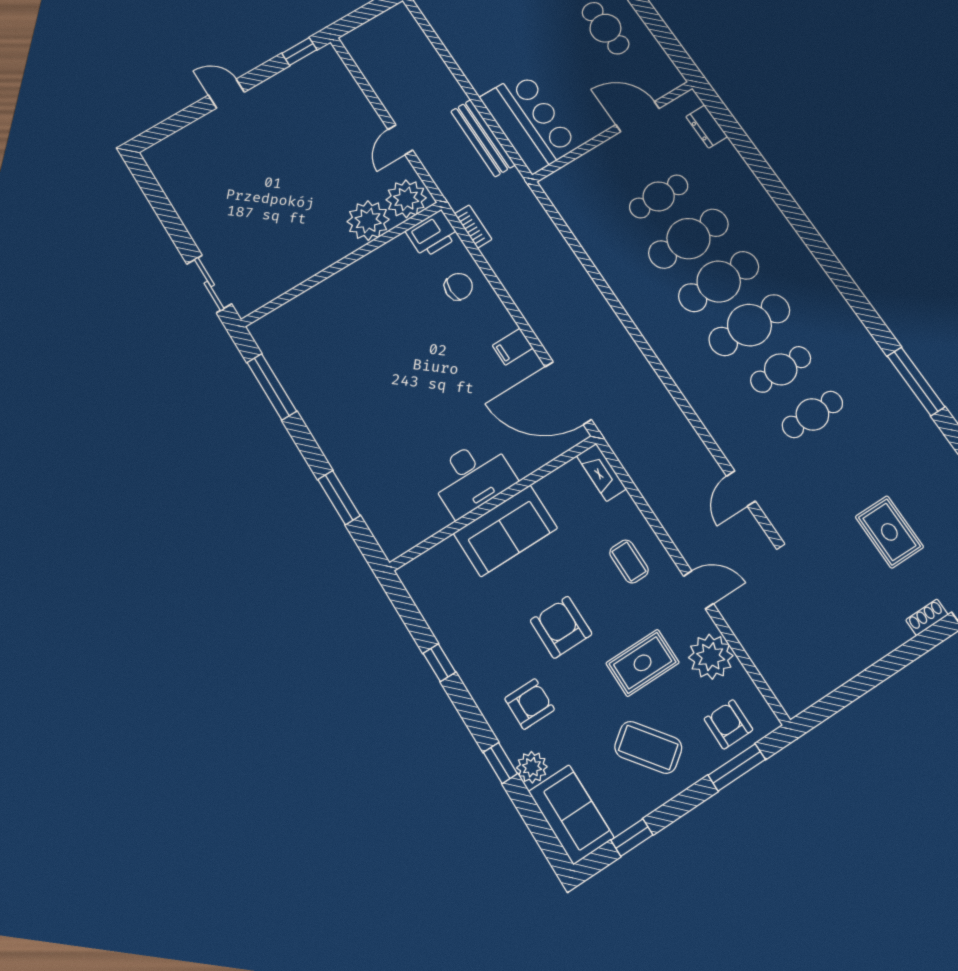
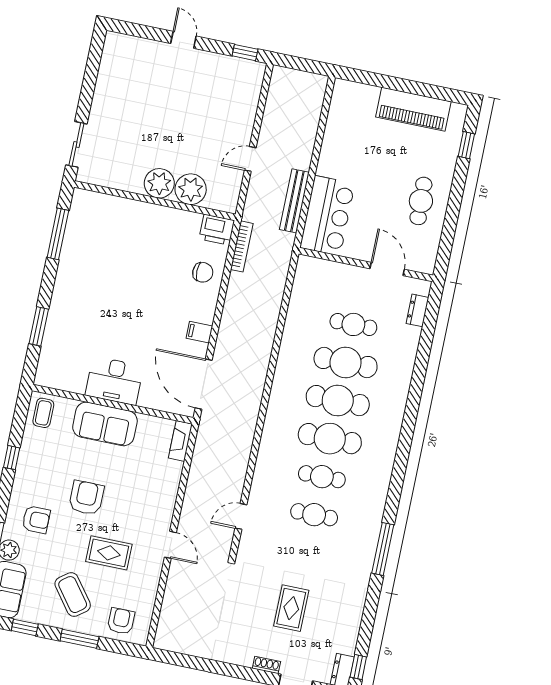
plant: (406, 199) -> (159, 183), moved
bookcase: (473, 227) -> (242, 246), width x1.56
coffee table: (629, 561) -> (43, 413), moved
plant: (711, 657) -> (144, 582), removed
window: (737, 767) -> (79, 639), moved

